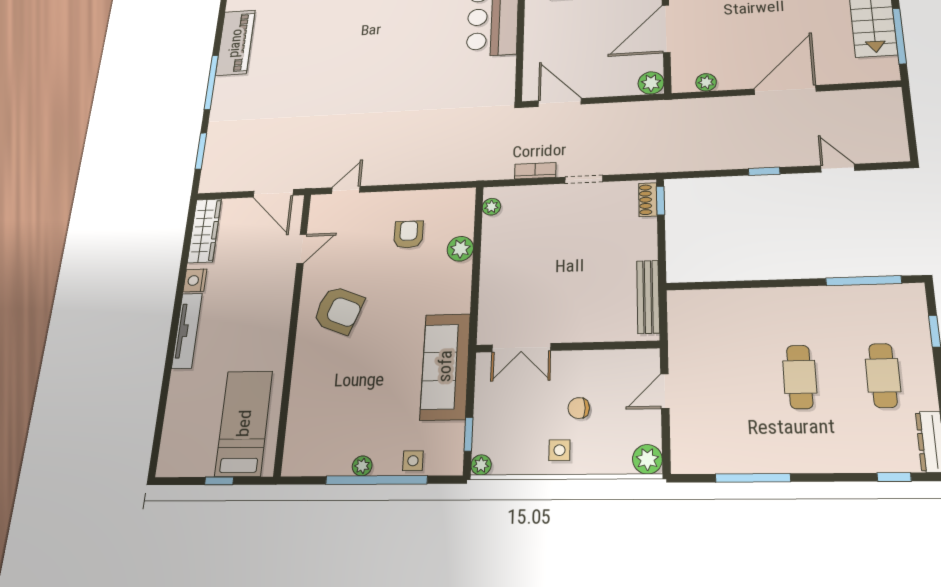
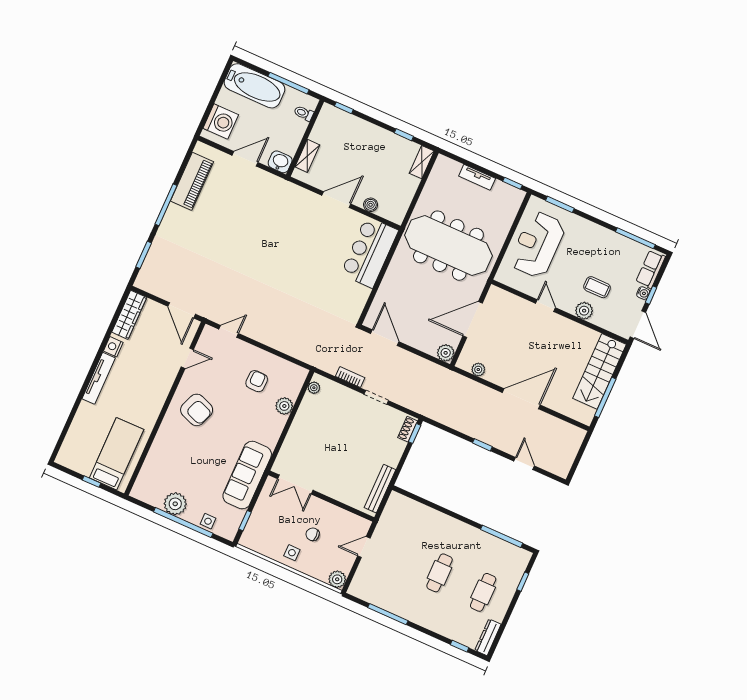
plant: (481, 465) -> (245, 541), removed
plant: (362, 466) -> (175, 504), width x1.88, depth x1.88

